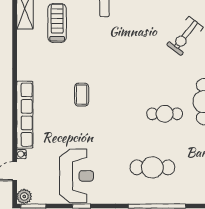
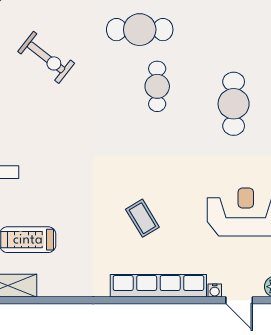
coffee table: (82, 95) -> (142, 218), moved, turned 59

